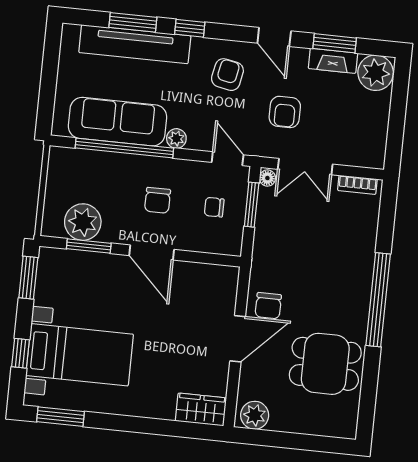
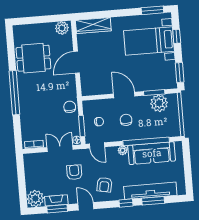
chair: (268, 306) -> (70, 107), moved
wardrobe: (201, 410) -> (93, 25), width x1.50

